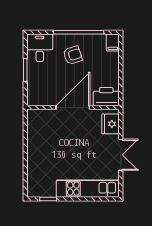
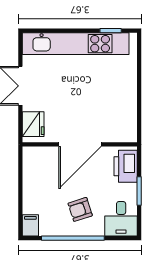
printer: (106, 97) -> (126, 166), moved, turned 90
kitchen unit: (88, 189) -> (76, 44), width x1.36

